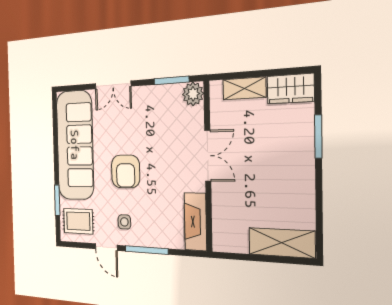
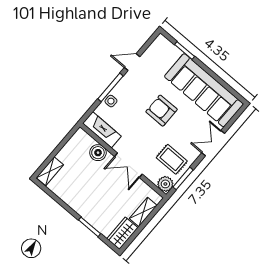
boiler: (223, 204) -> (98, 153), added
rug: (78, 221) -> (172, 159), moved, turned 90
side table: (124, 222) -> (111, 101), moved
shelving: (282, 243) -> (50, 171), width x0.67, depth x0.75

